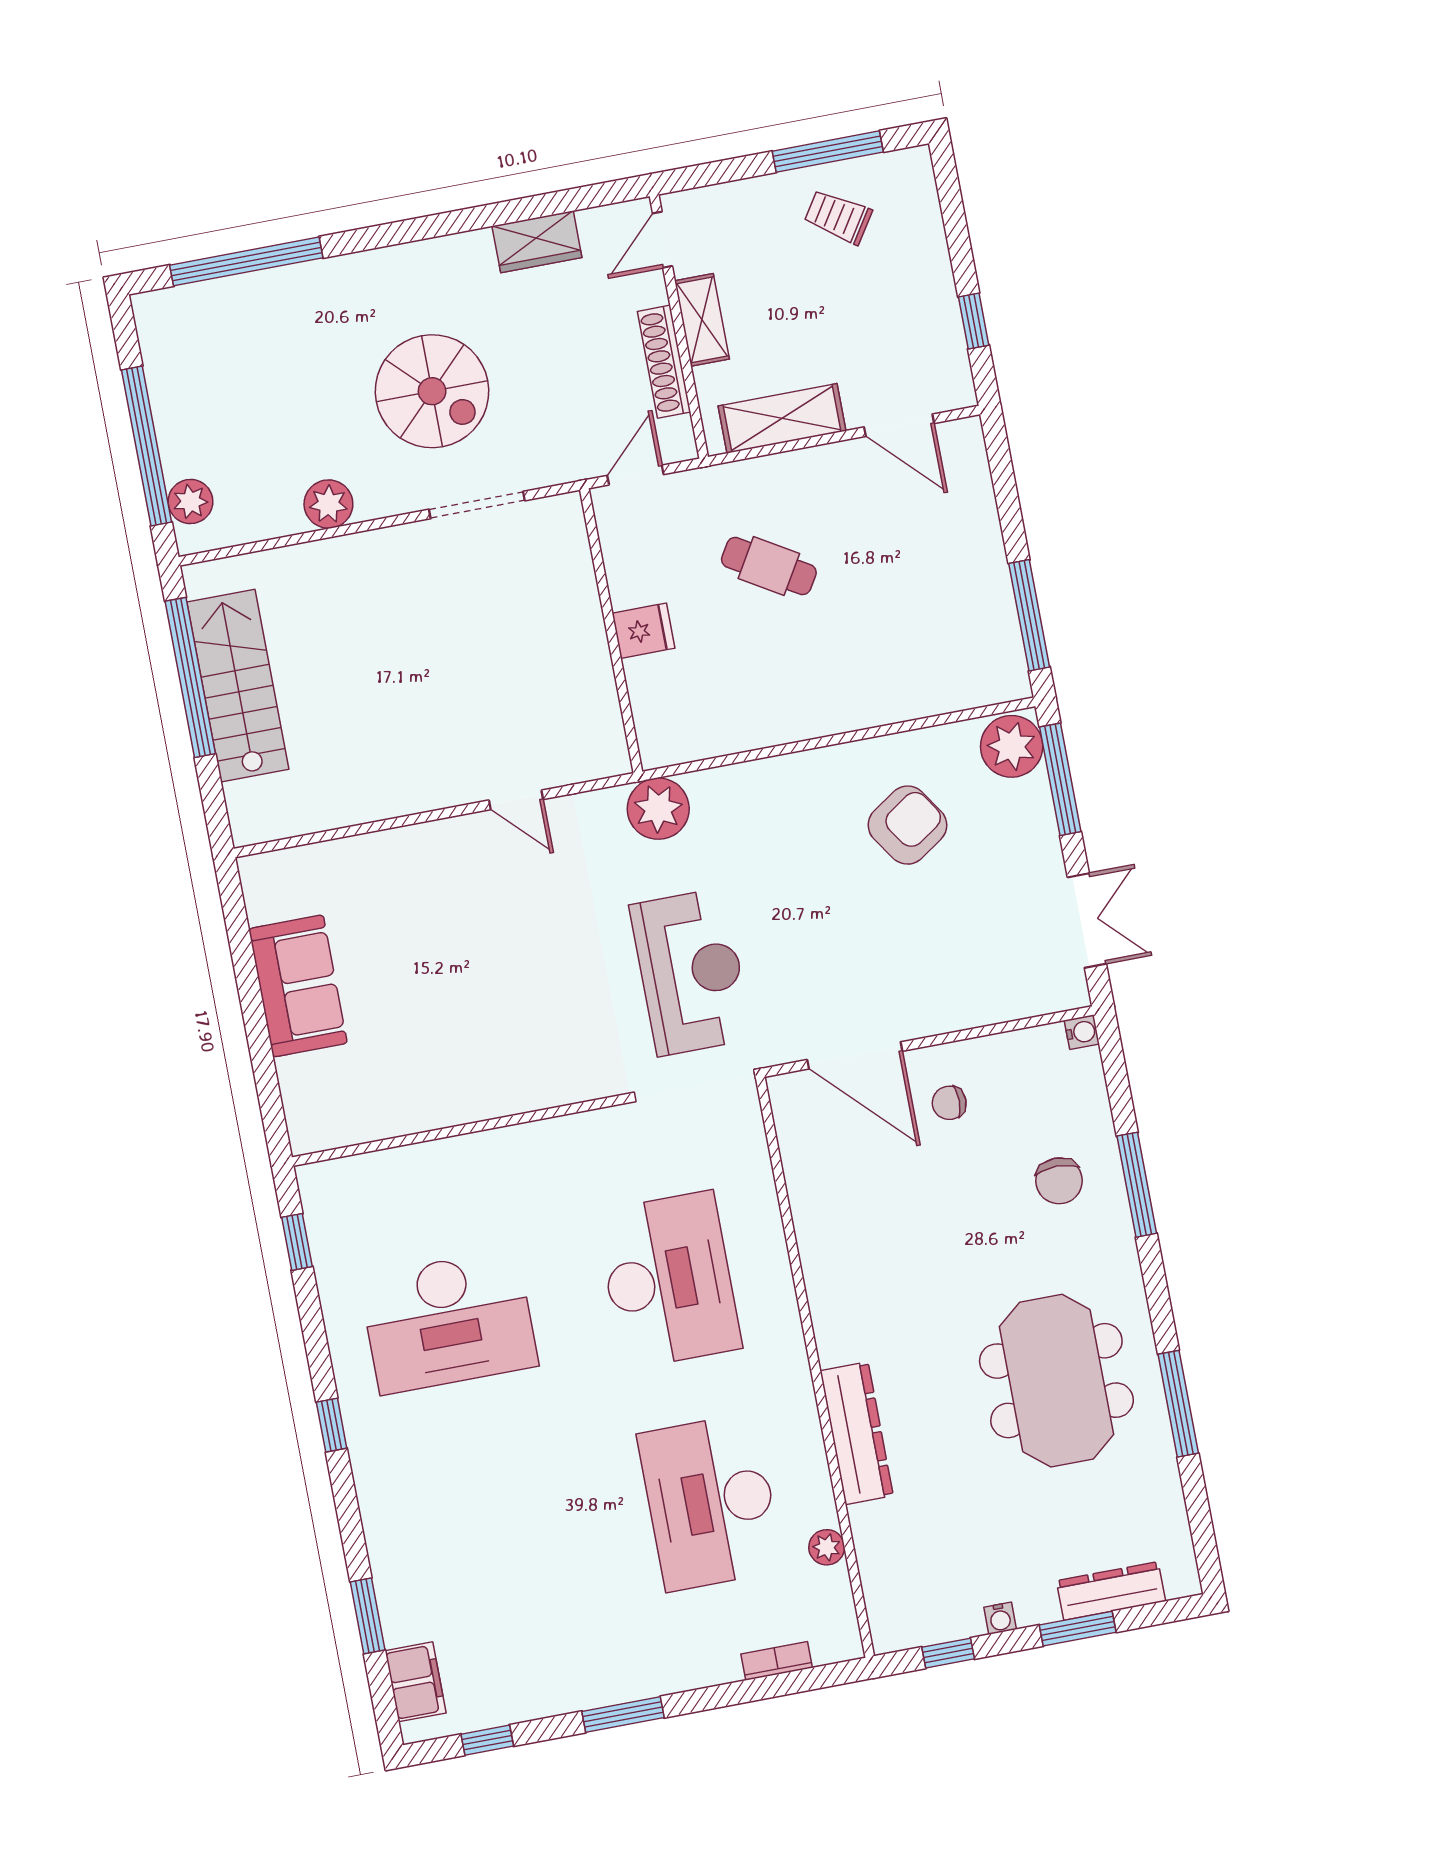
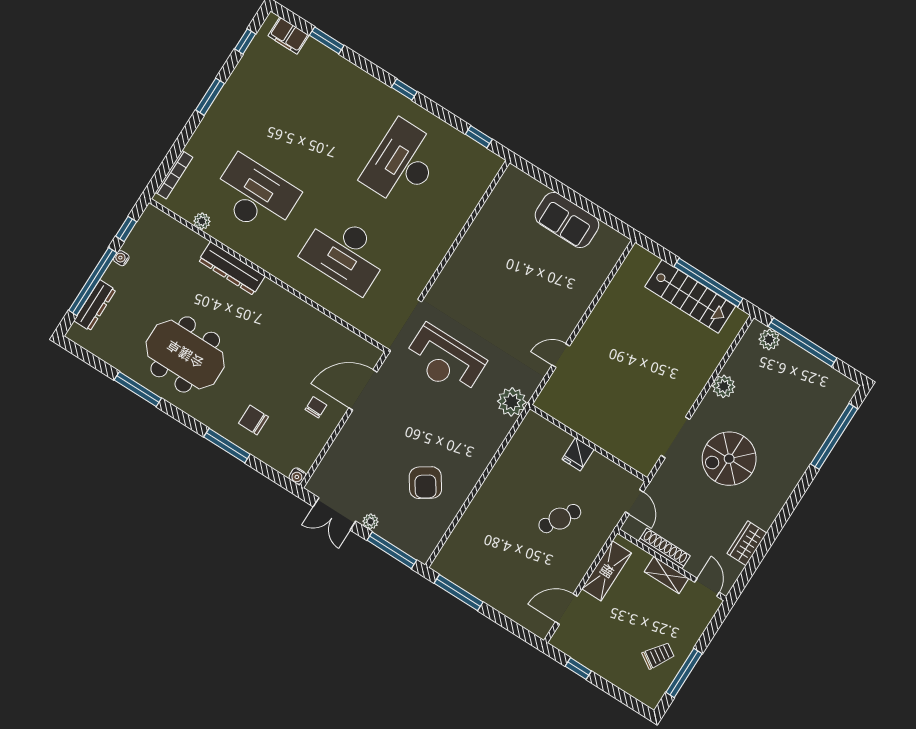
plant: (1012, 746) -> (371, 522), moved, width x0.53, depth x0.53
window: (1078, 1629) -> (93, 282), width x2.11
bookcase: (777, 1661) -> (174, 175), width x1.56

